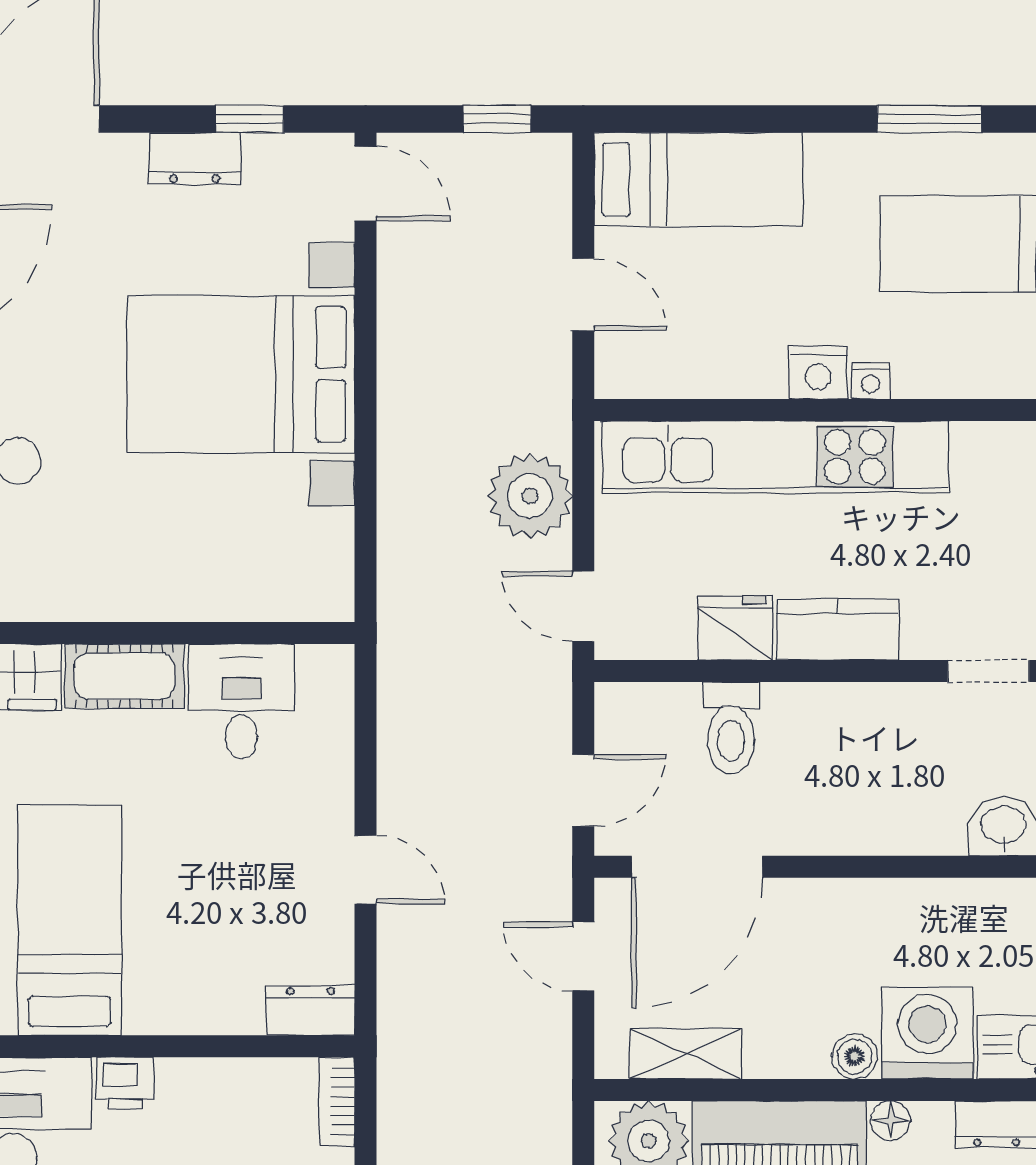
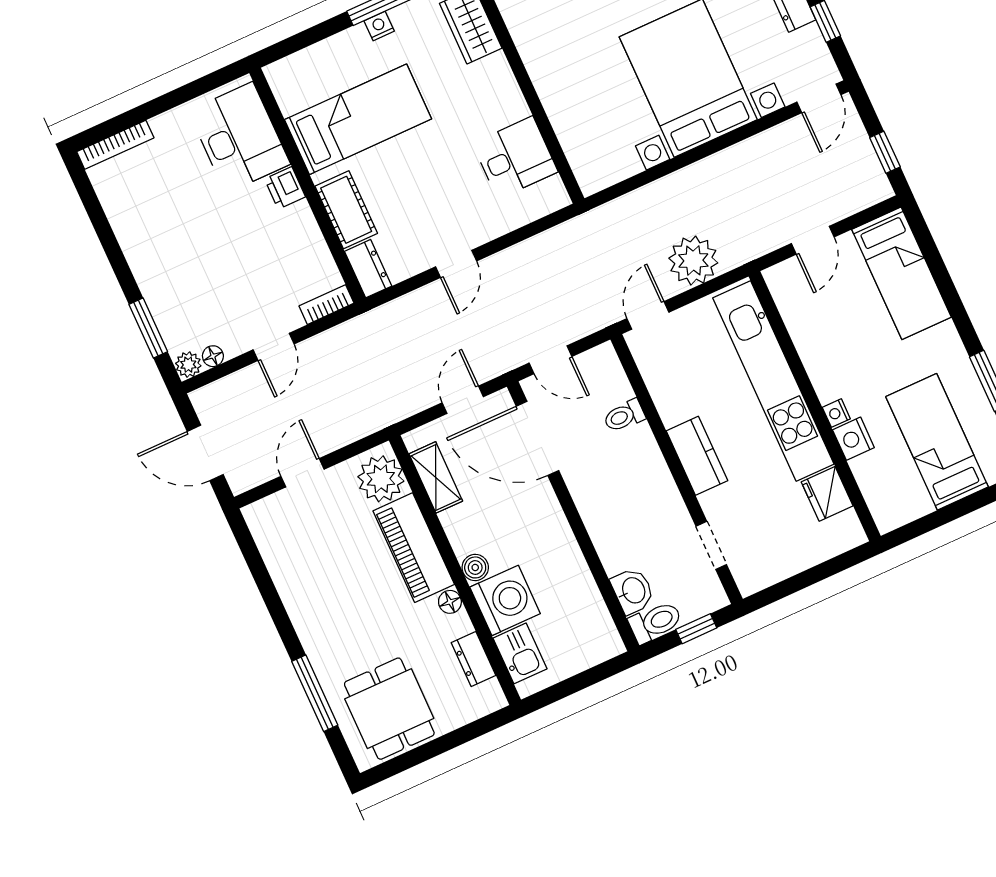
nightstand: (818, 373) -> (853, 439), moved
fridge: (735, 628) -> (827, 494), moved, turned 180
cot: (125, 676) -> (346, 210), moved
toilet: (731, 728) -> (624, 416), width x0.73, depth x0.72

